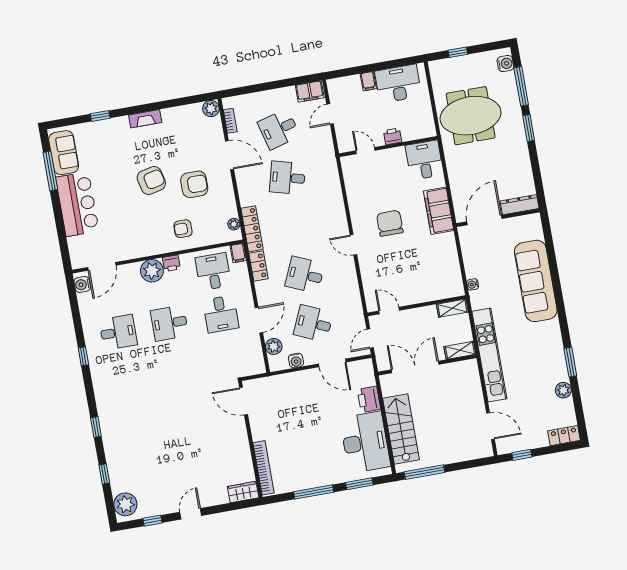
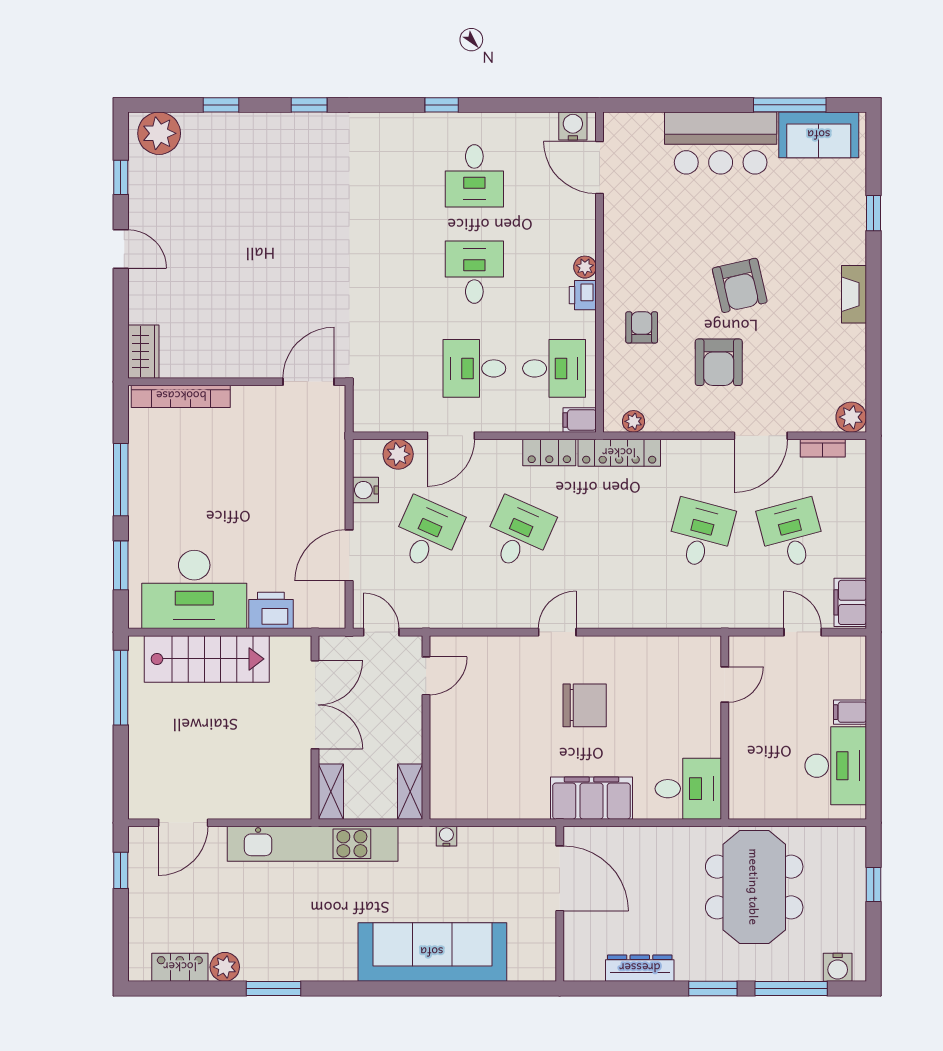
printer: (393, 136) -> (742, 738), removed
dresser: (520, 205) -> (640, 968), moved, turned -90
plant: (152, 271) -> (585, 267), width x0.53, depth x0.53
door: (259, 320) -> (451, 436), hinge flipped
locker: (564, 436) -> (180, 967), moved, turned -90

